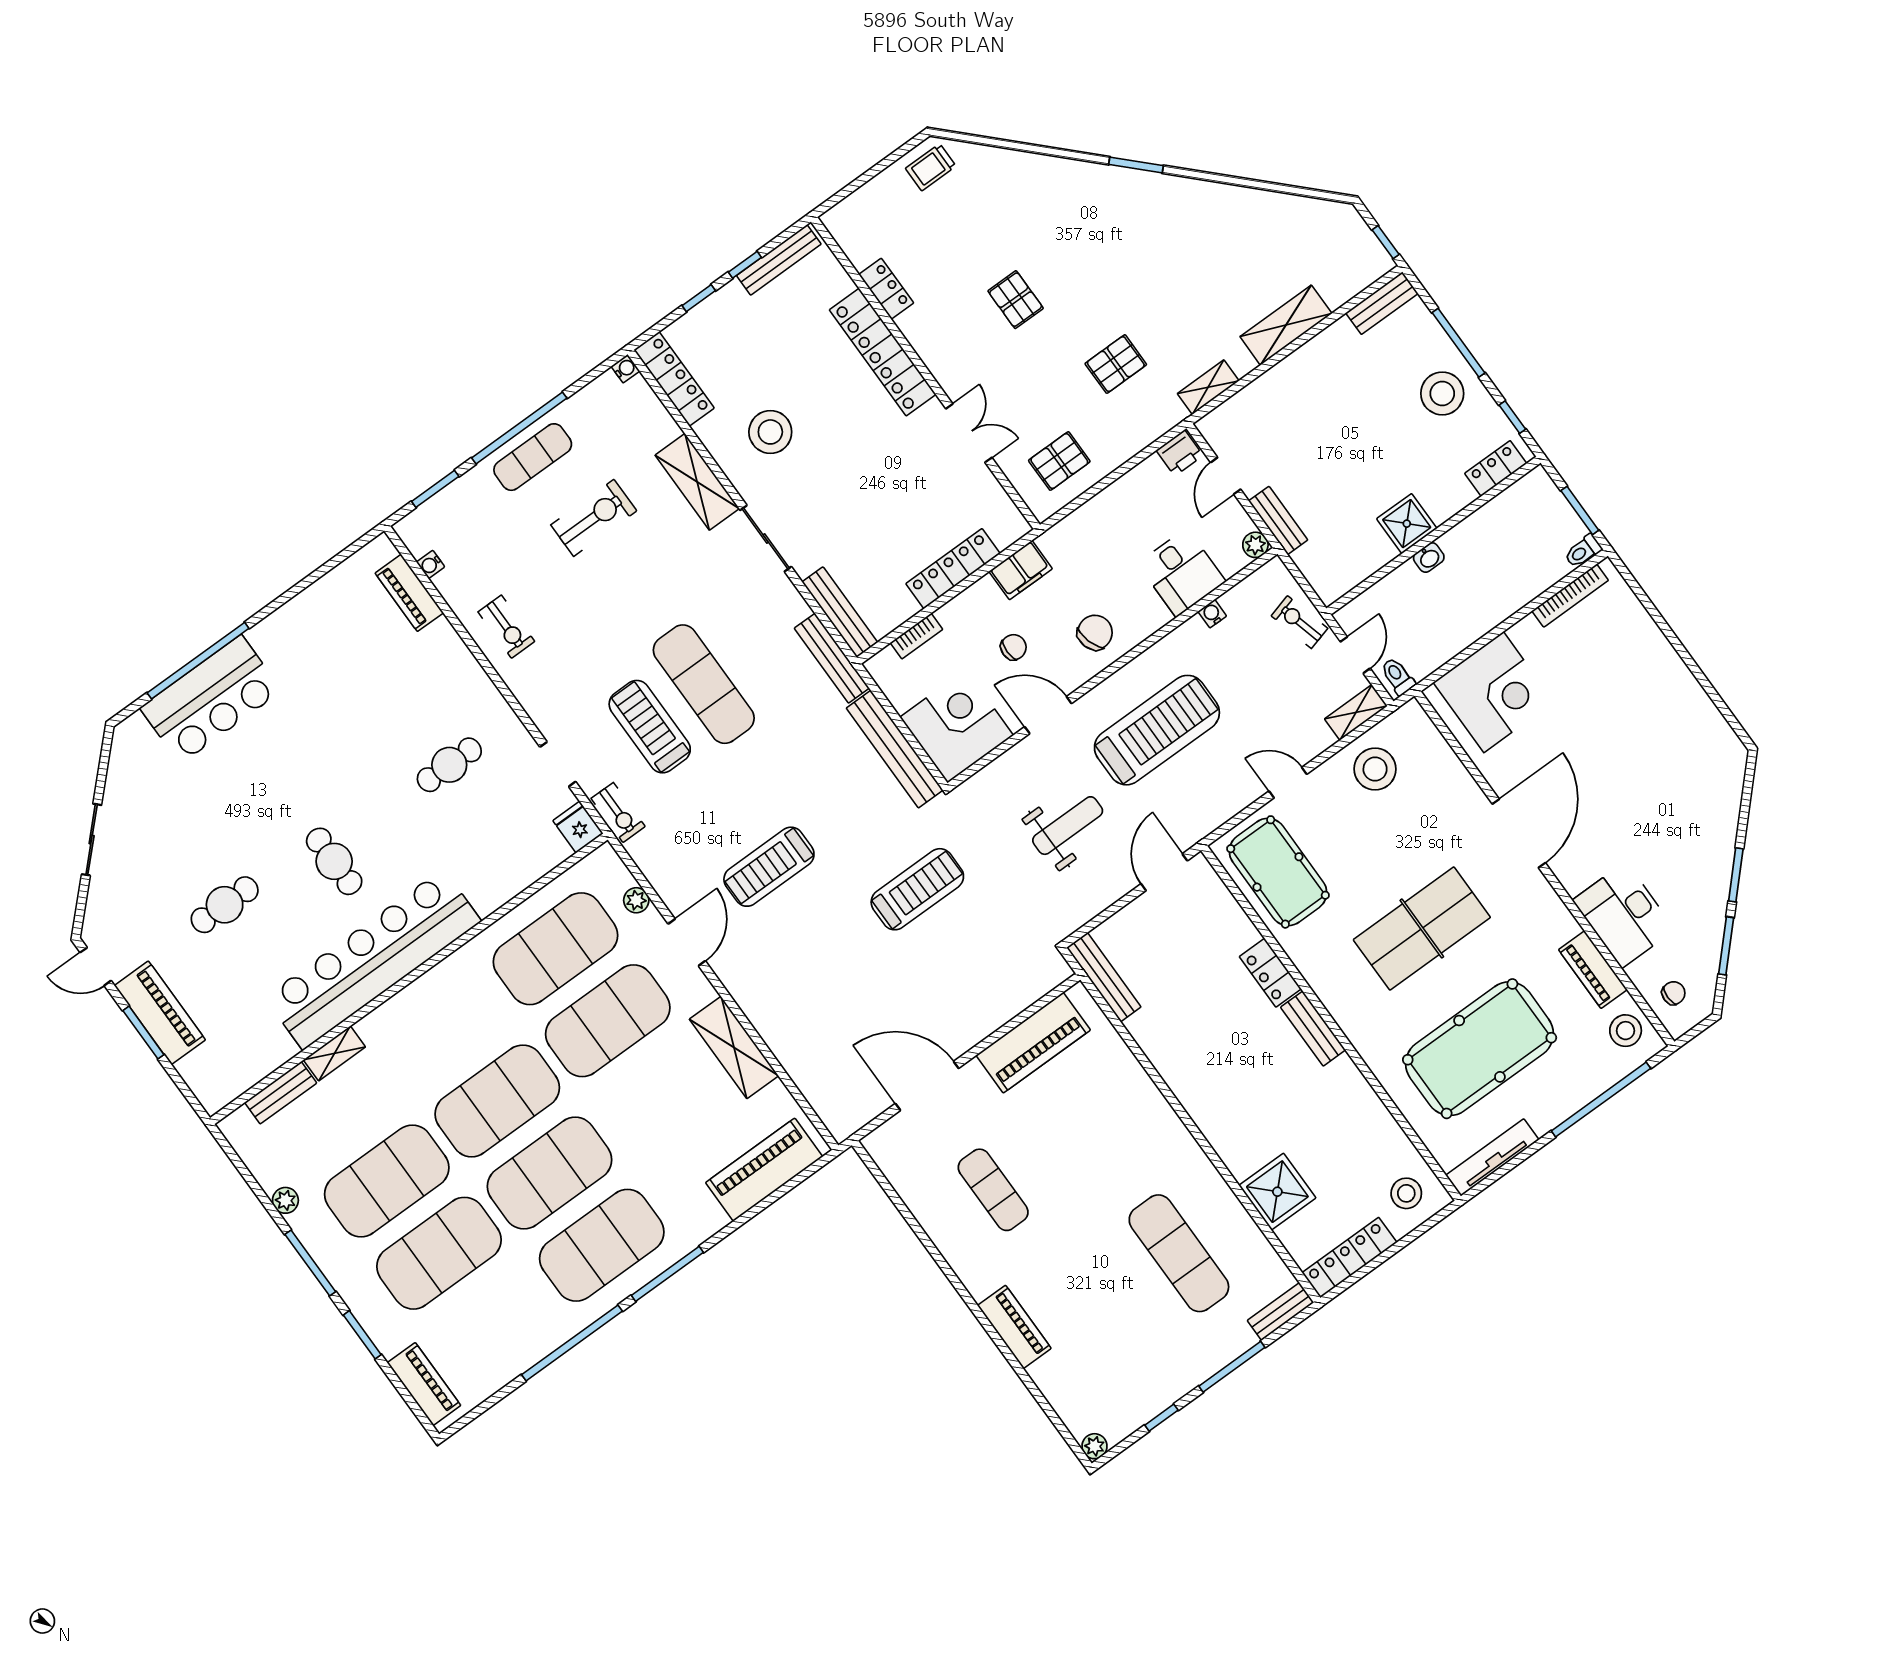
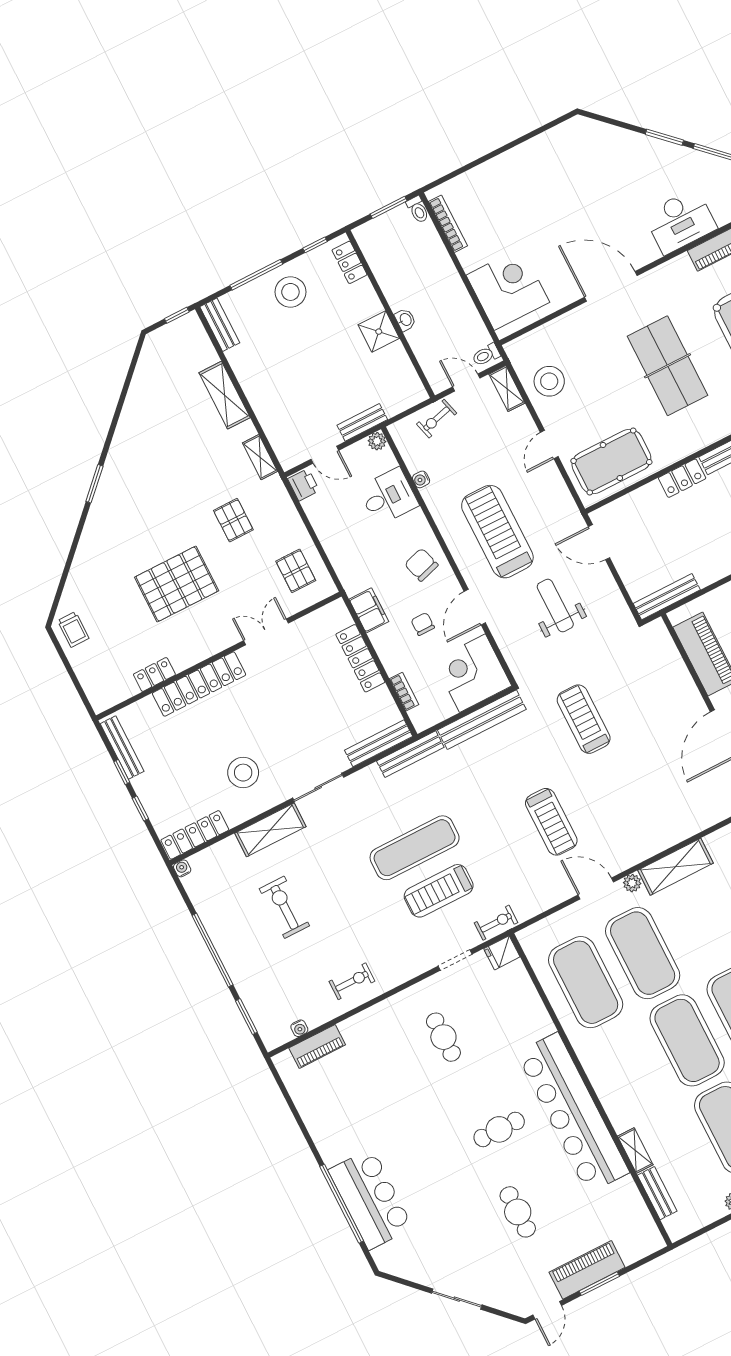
pallet: (1016, 300) -> (177, 584), width x2.05, depth x2.00
exercise mat: (533, 457) -> (235, 944), removed
plant: (636, 900) -> (632, 883), moved

